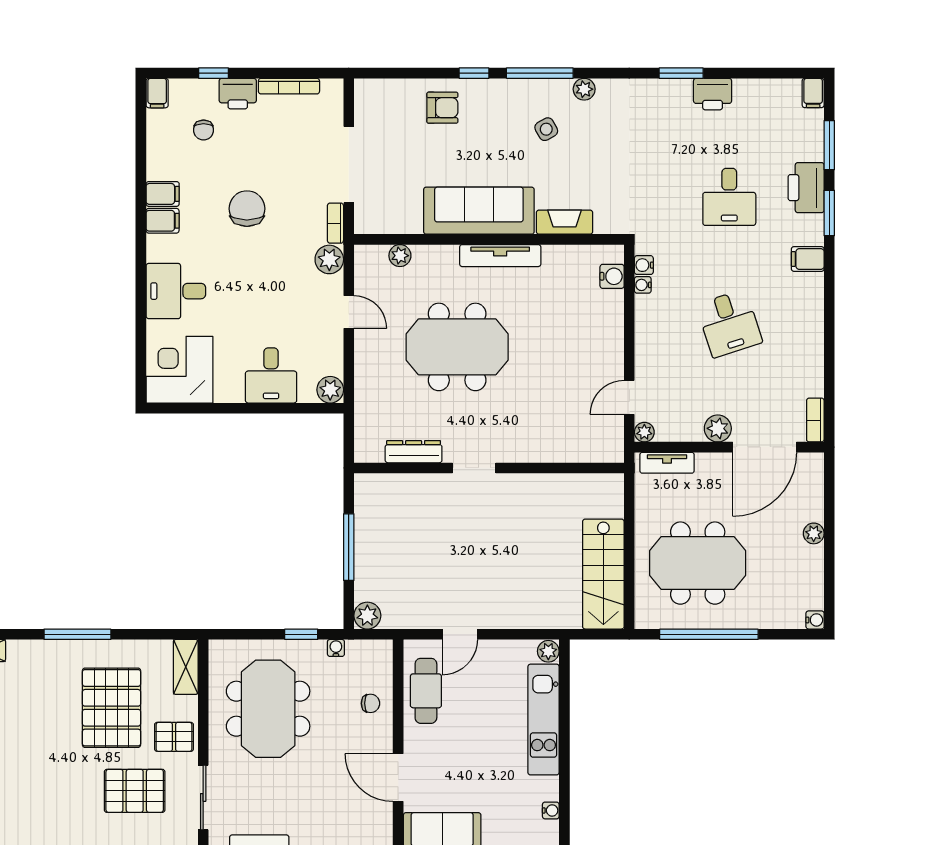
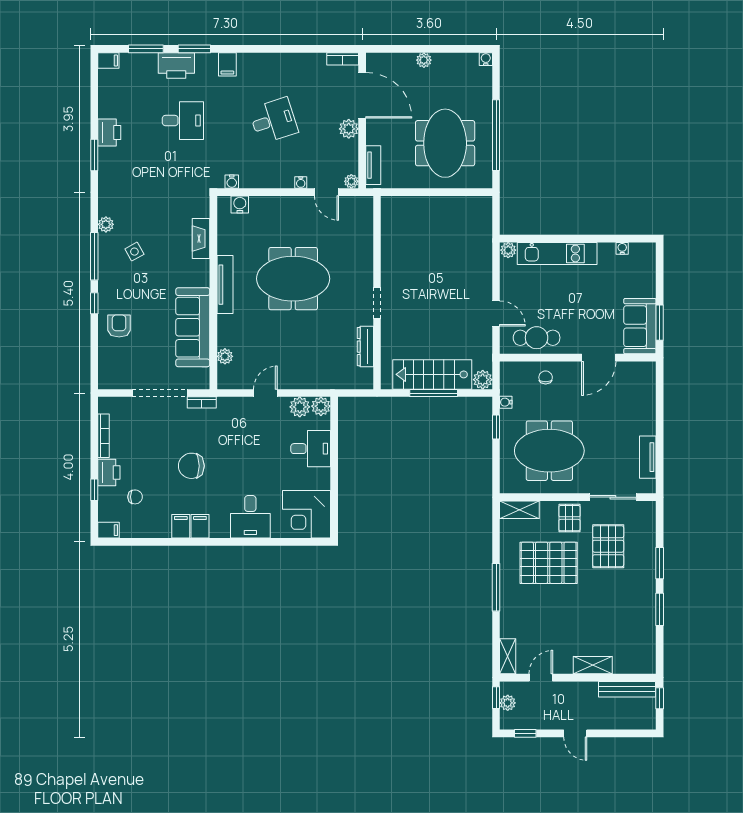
sofa: (479, 211) -> (193, 327), moved
plant: (329, 259) -> (300, 407), moved
water cooler: (643, 285) -> (301, 182), moved
meeting table: (457, 347) -> (293, 279), moved, turned 90
stairs: (603, 574) -> (432, 374), moved, turned 180

